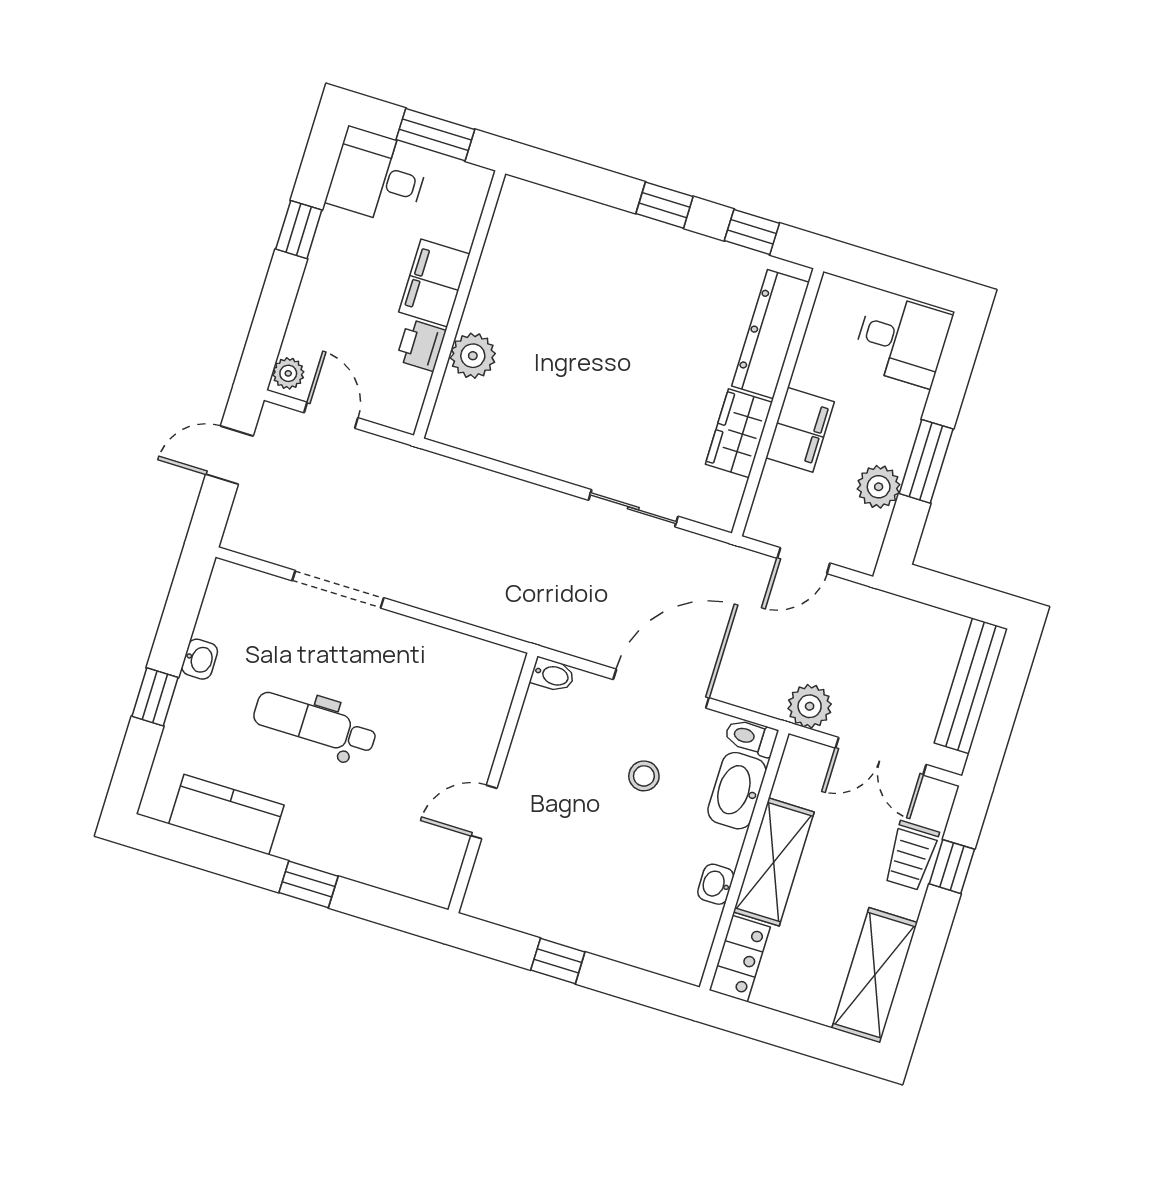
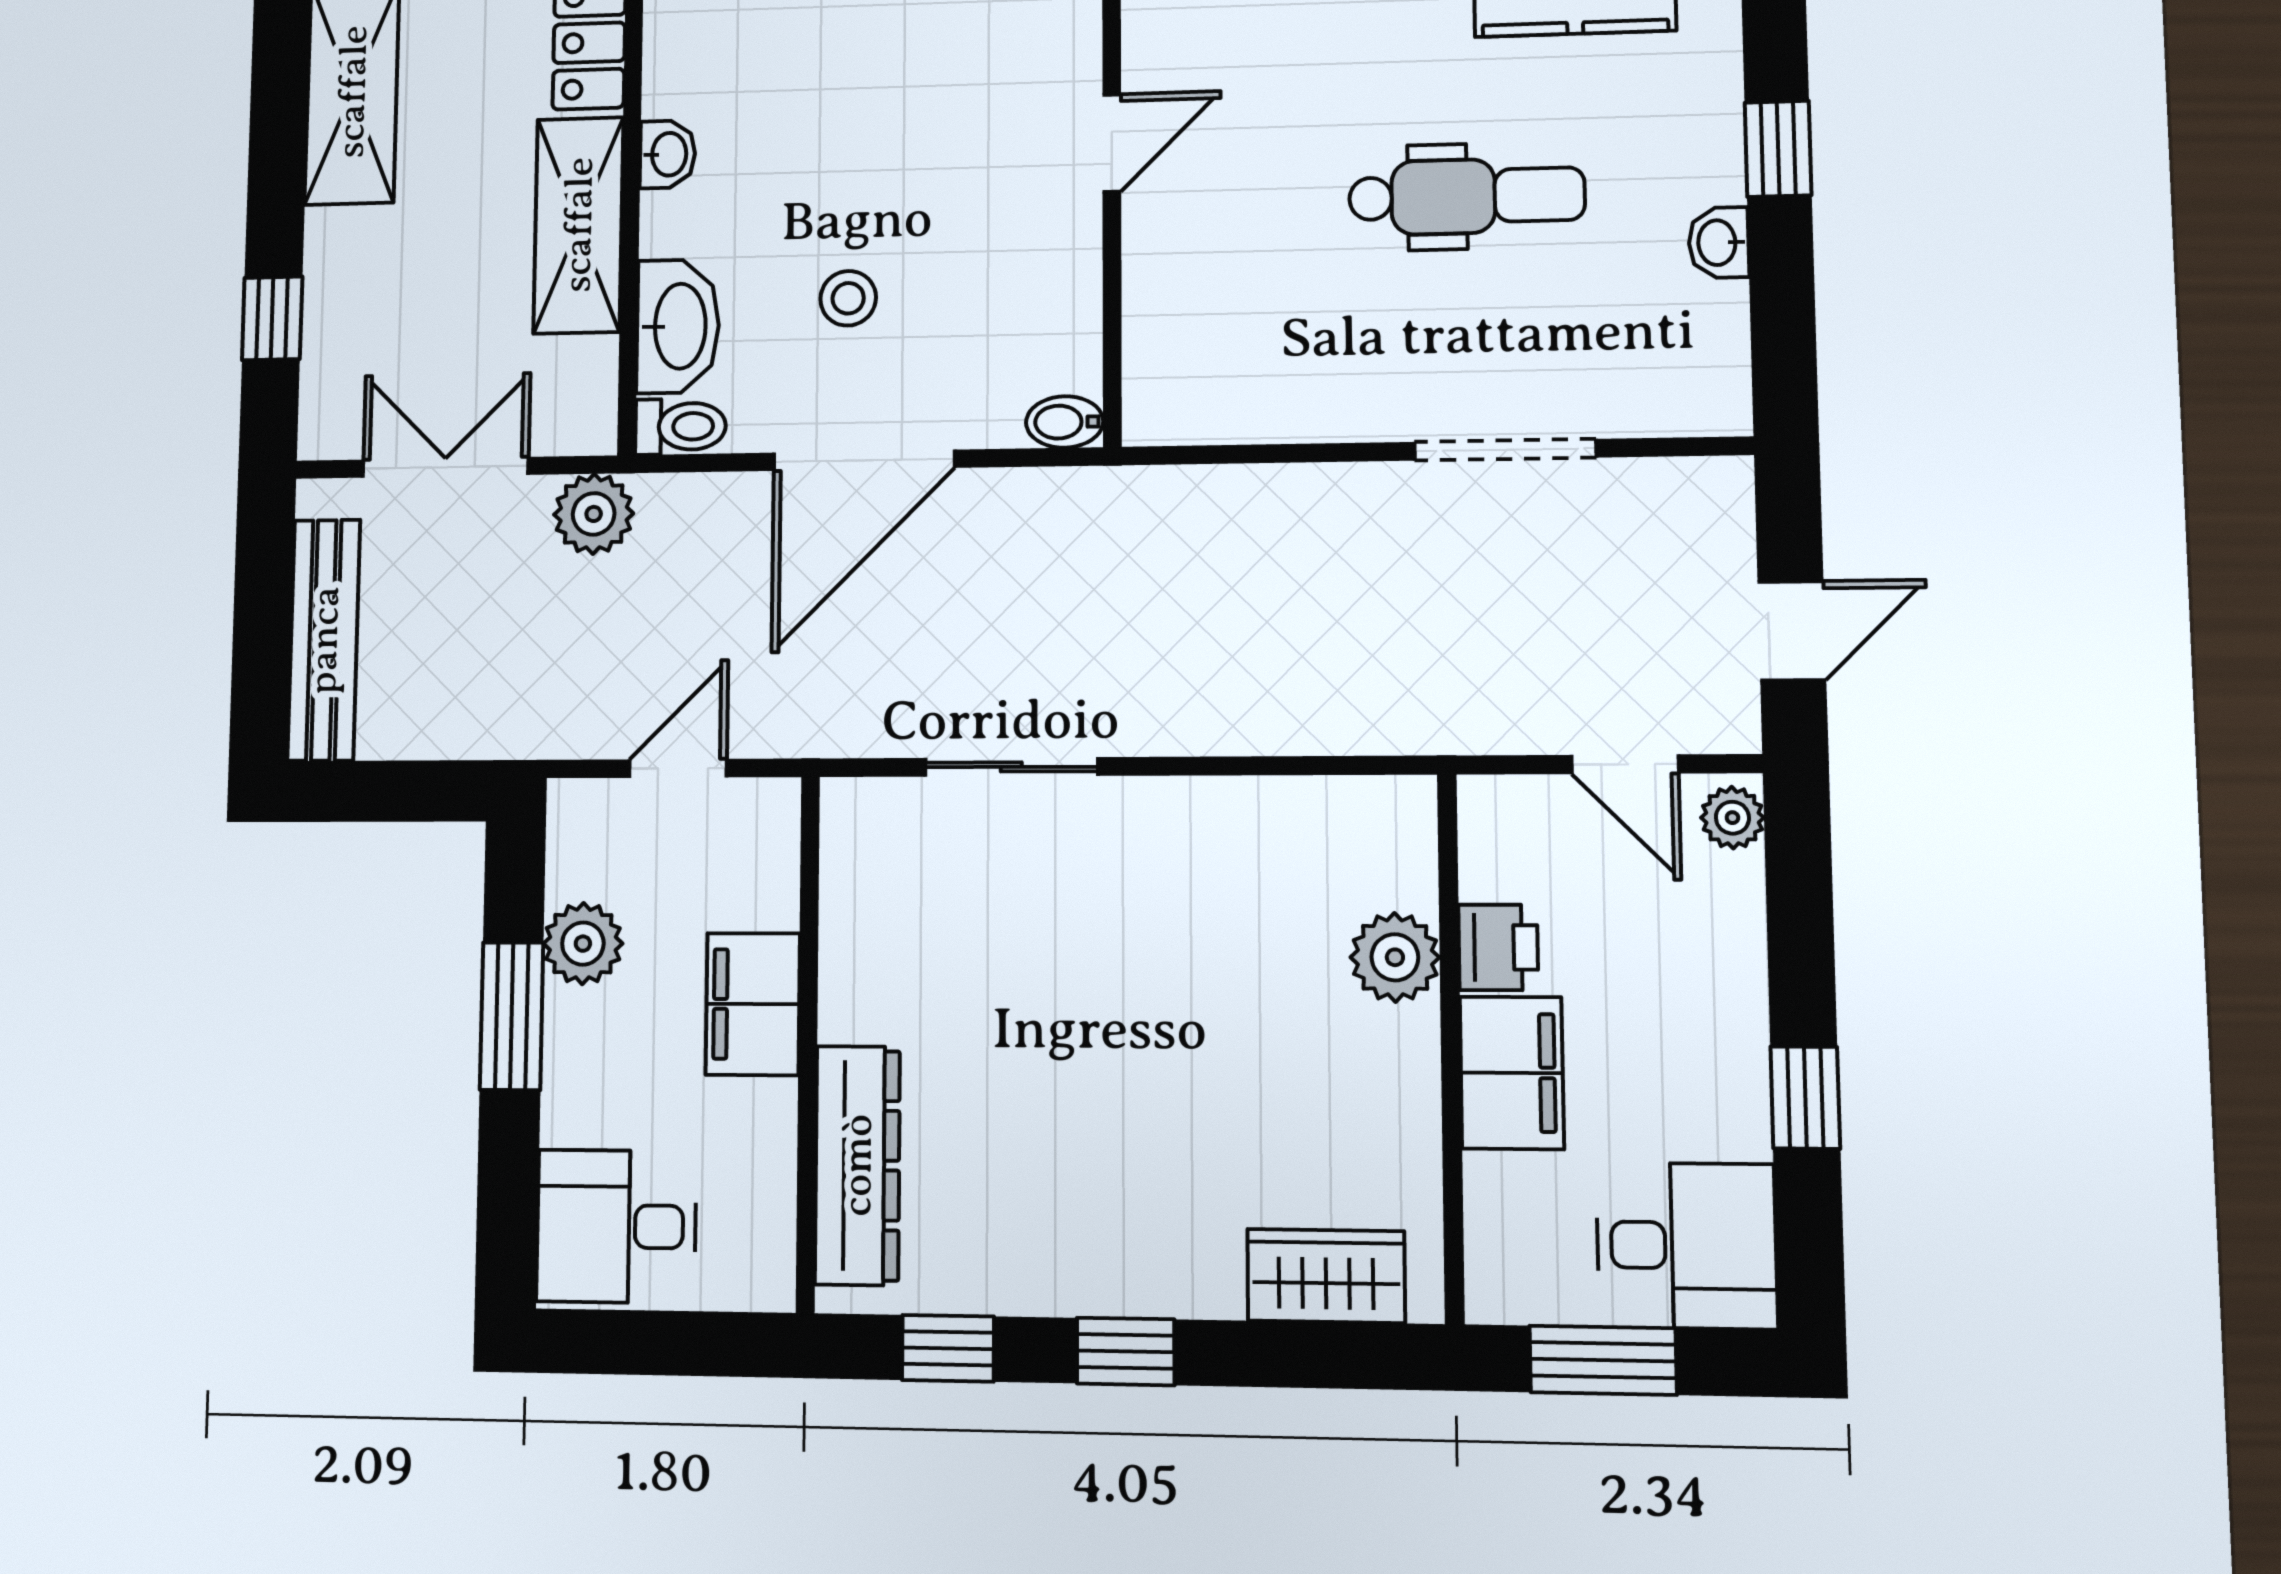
wardrobe: (739, 433) -> (1326, 1276), moved, turned -90
trolley: (911, 856) -> (346, 314), removed

